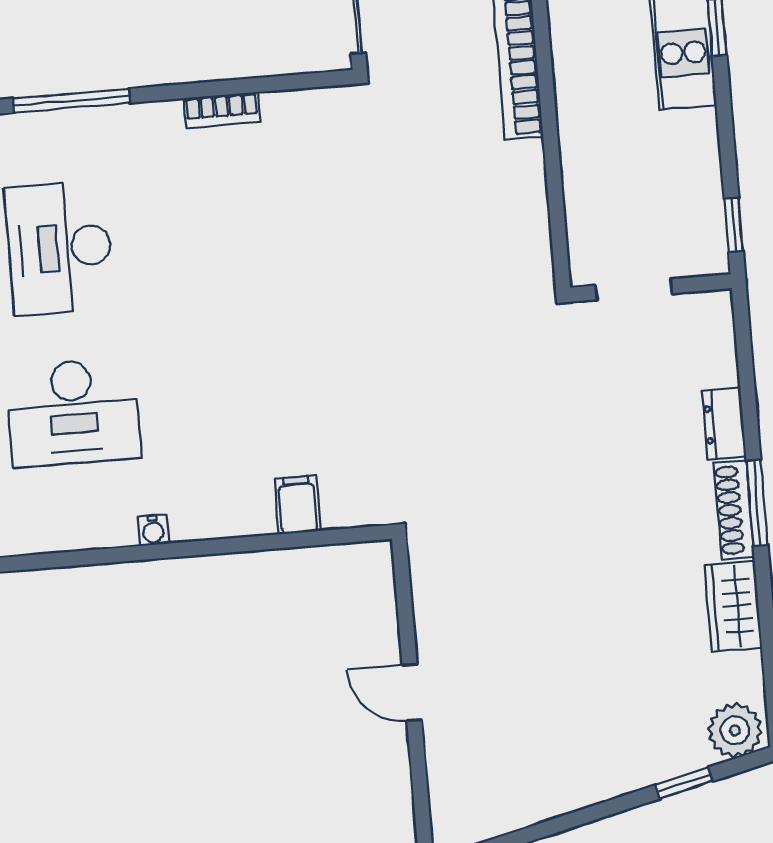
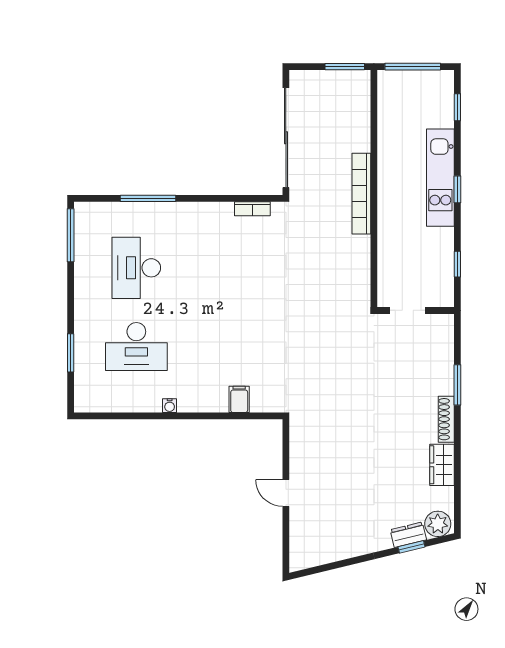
bookcase: (222, 110) -> (252, 209), moved
window: (734, 225) -> (457, 264), moved
dresser: (724, 424) -> (408, 535), moved, turned 76
window: (757, 503) -> (457, 385), moved

